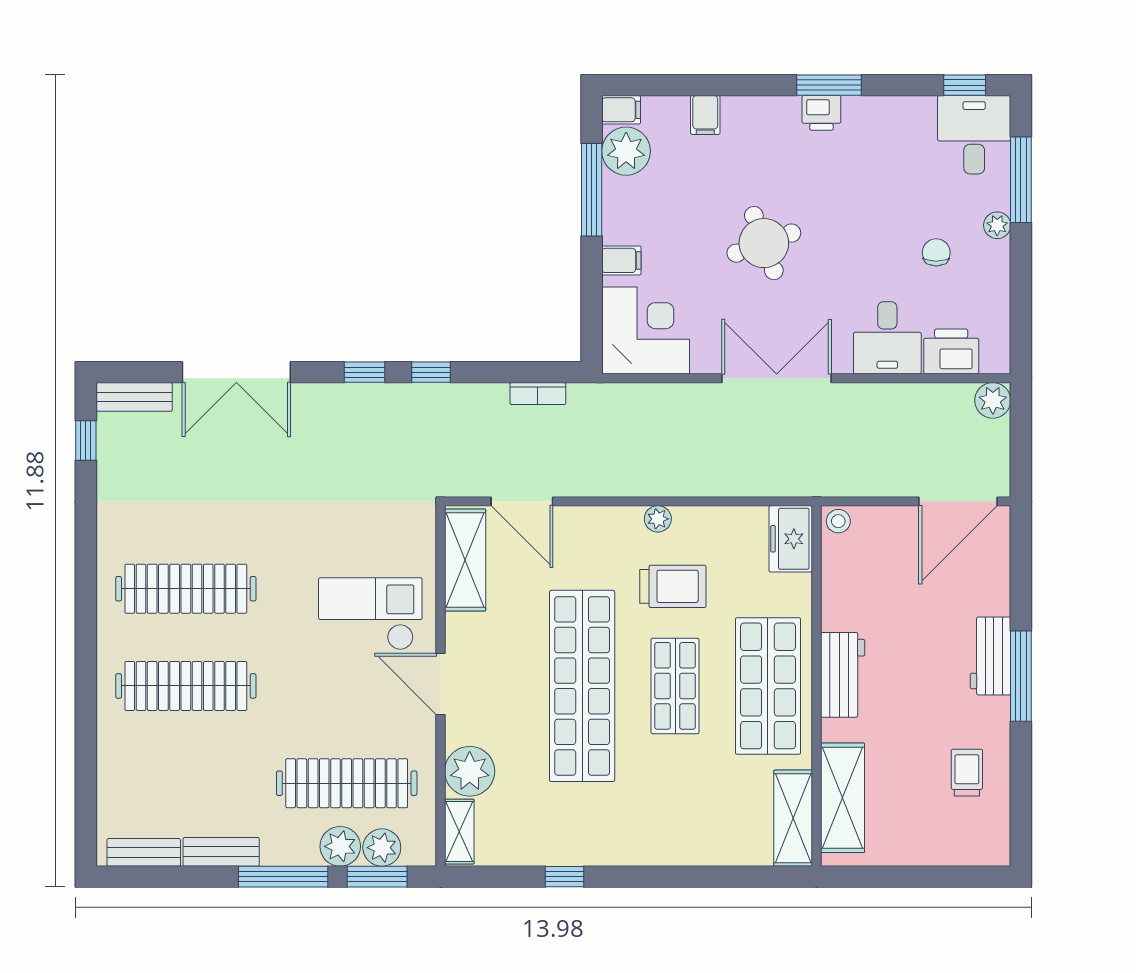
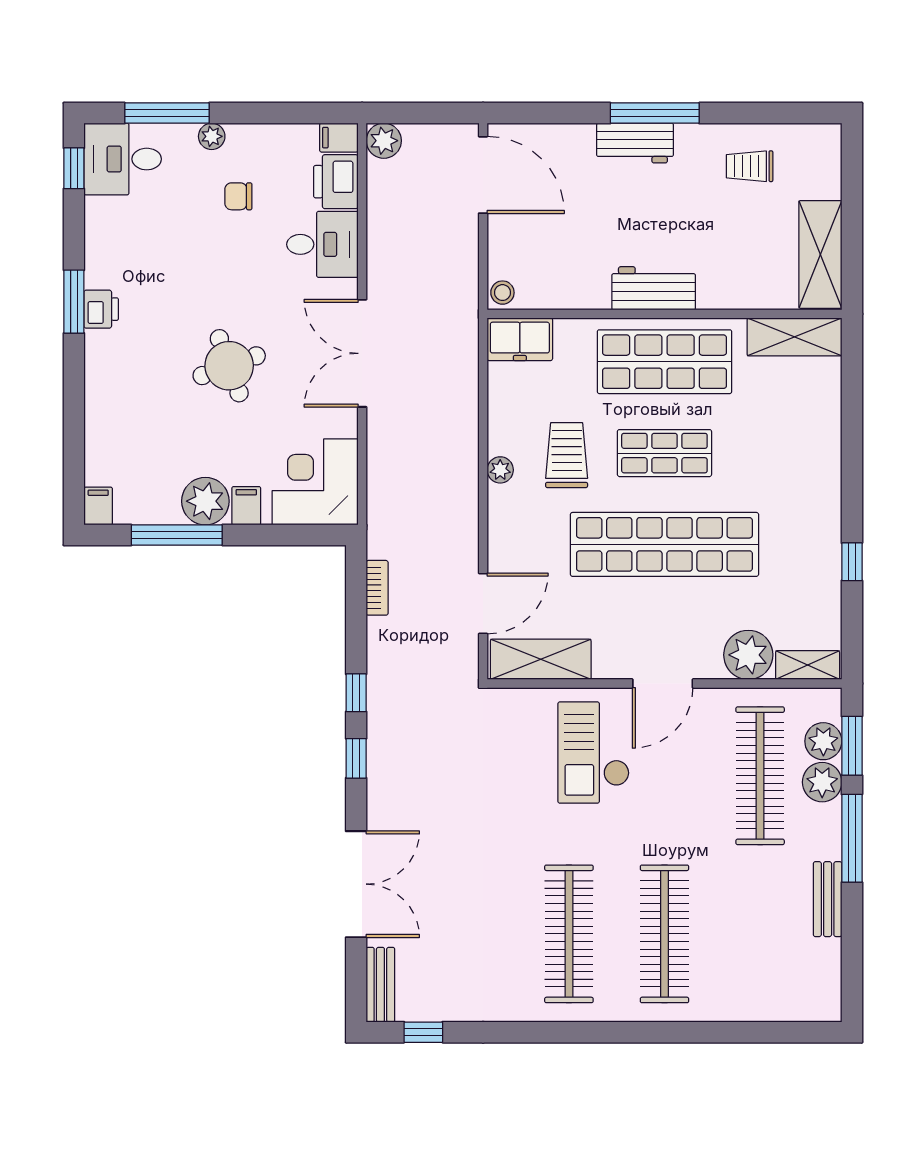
filing cabinet: (705, 115) -> (339, 138), moved, turned 180
plant: (626, 151) -> (205, 501), moved
shelving: (843, 798) -> (820, 254), moved, turned 90
bench: (144, 852) -> (828, 975), removed

